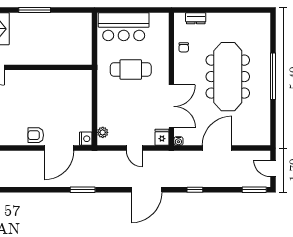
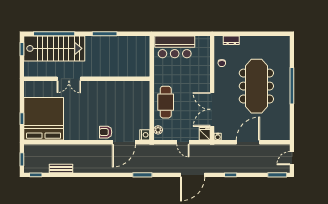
cafe table: (131, 69) -> (166, 102), moved, turned 90
double door: (171, 106) -> (212, 109), swing flipped
door: (273, 168) -> (292, 158), hinge flipped

